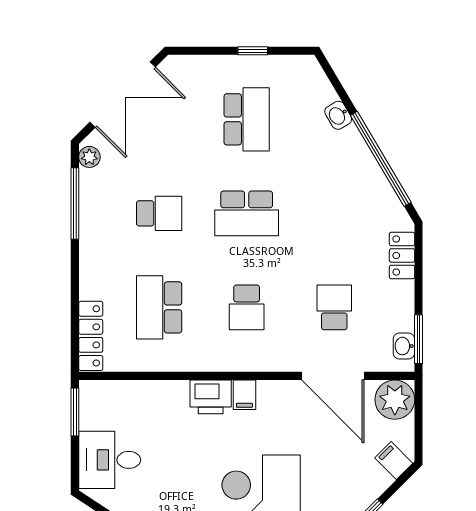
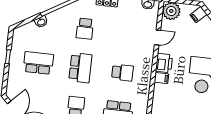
school desk: (334, 307) -> (85, 29), moved, turned -90
door: (333, 376) -> (158, 37), width x0.53
printer: (211, 397) -> (164, 63), moved

